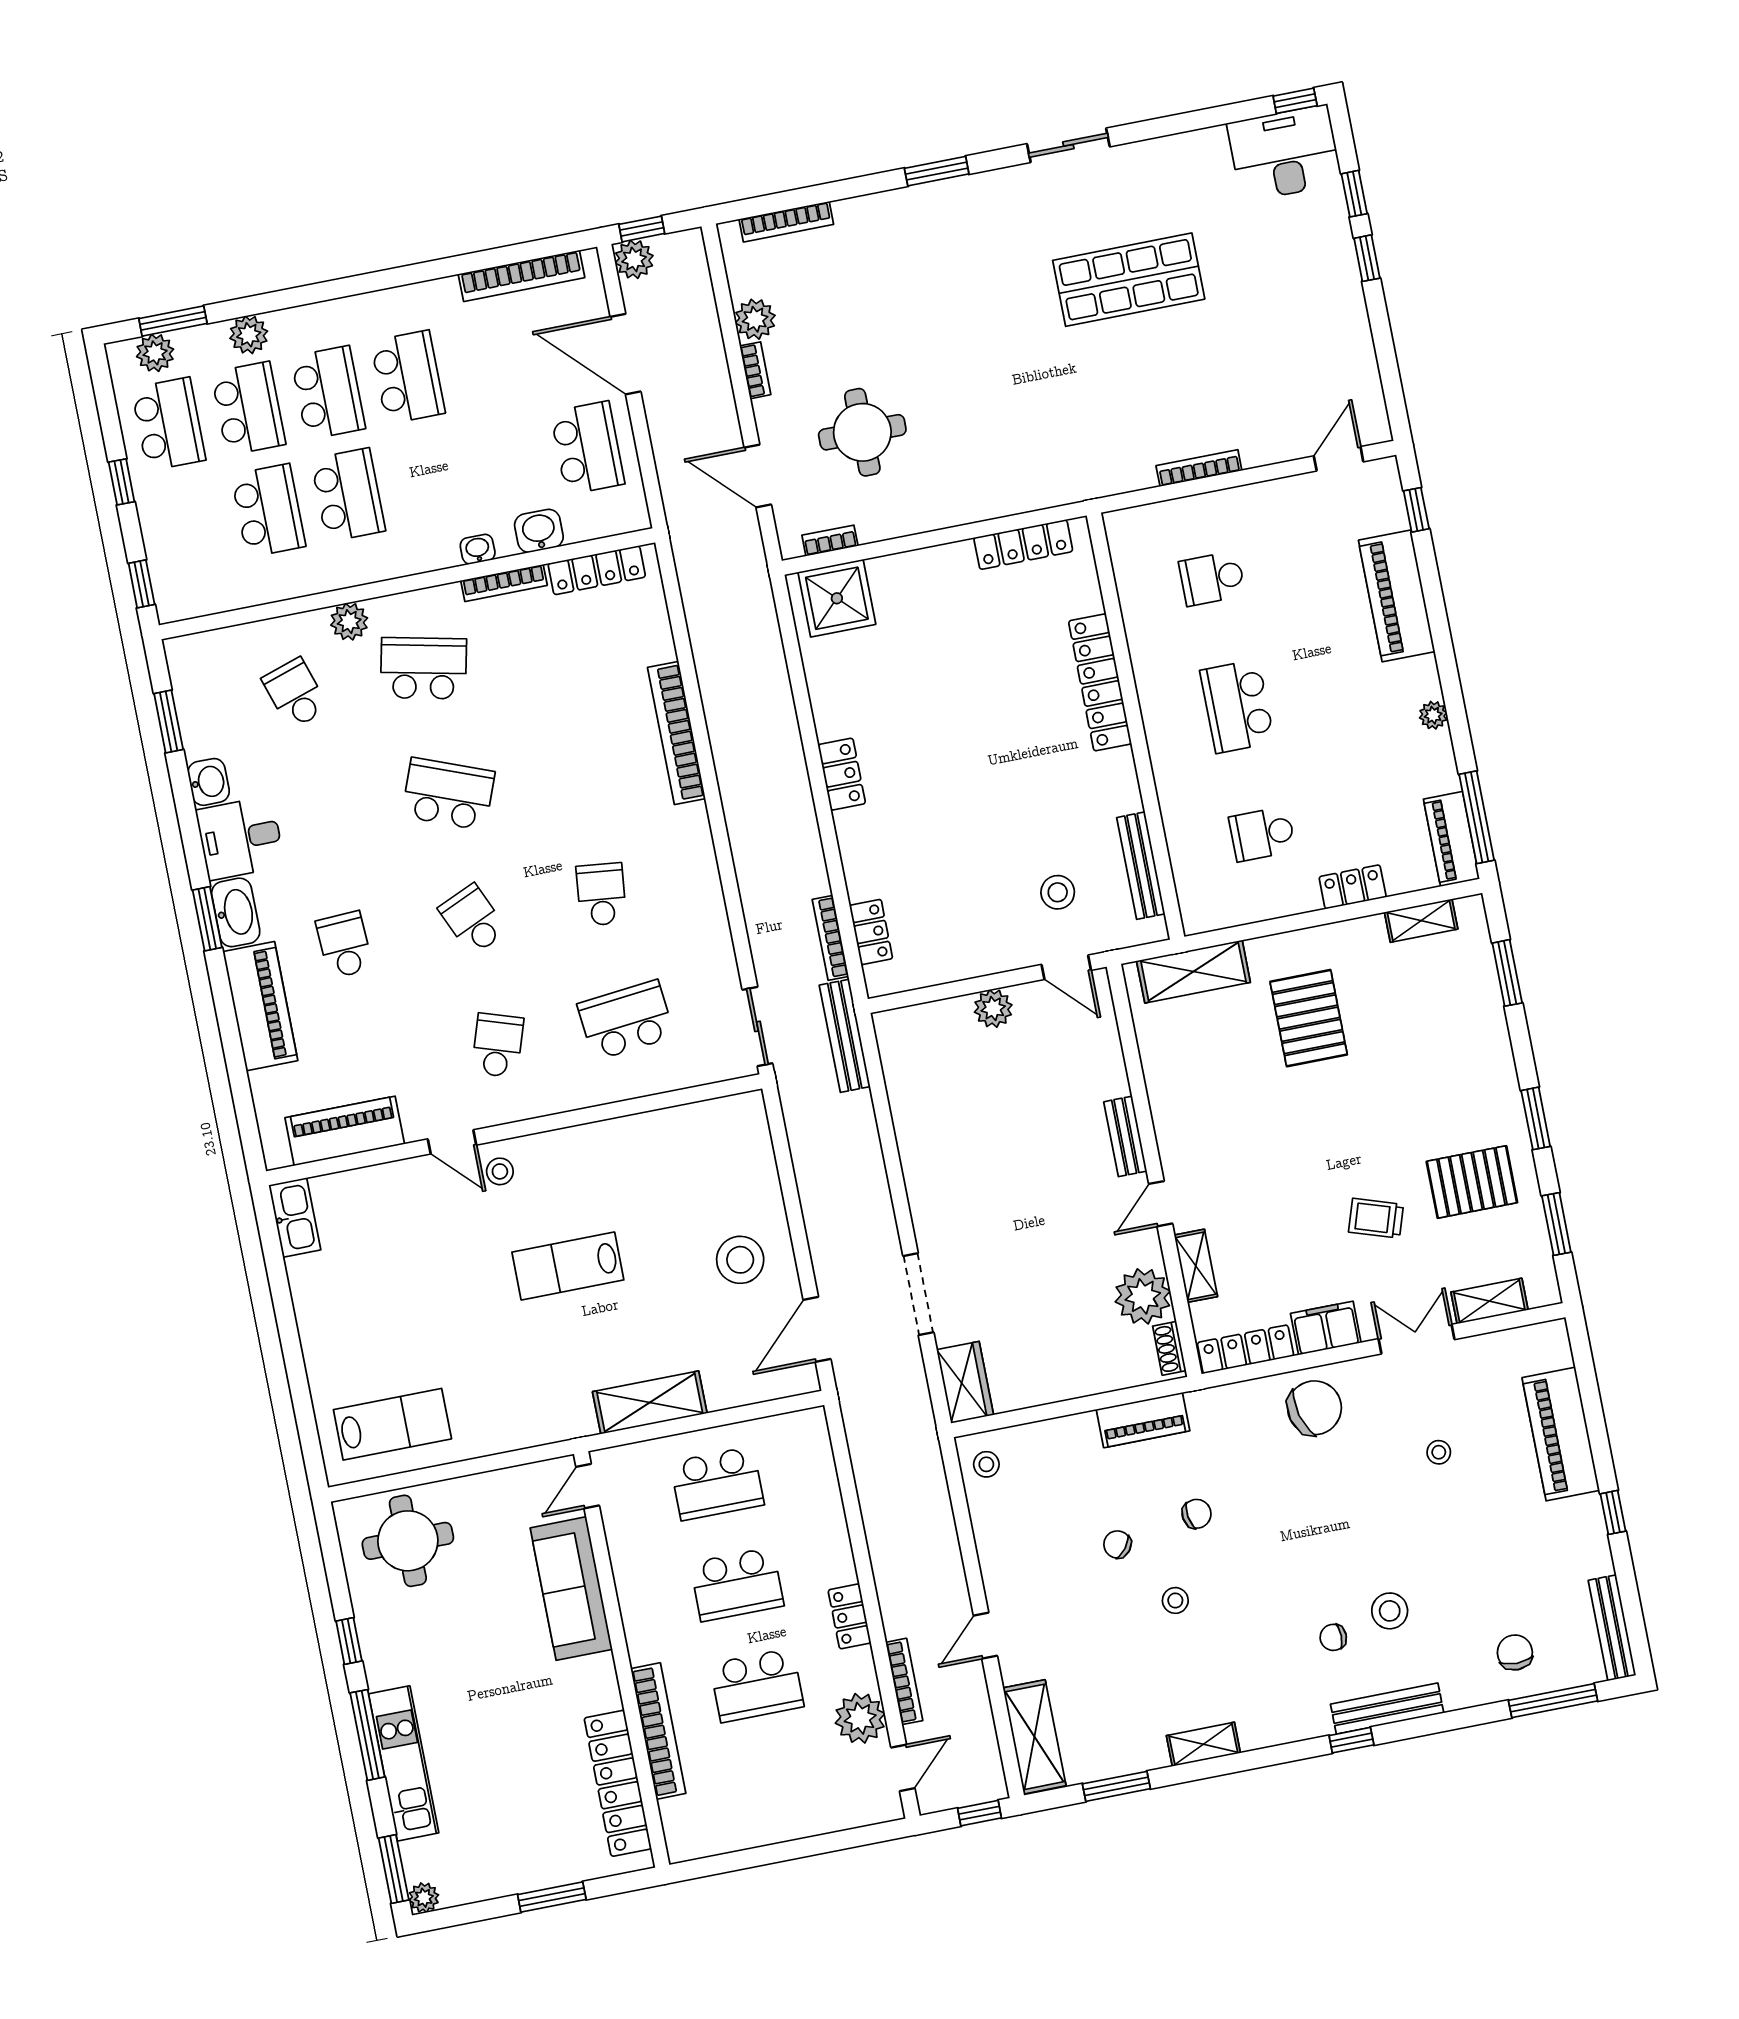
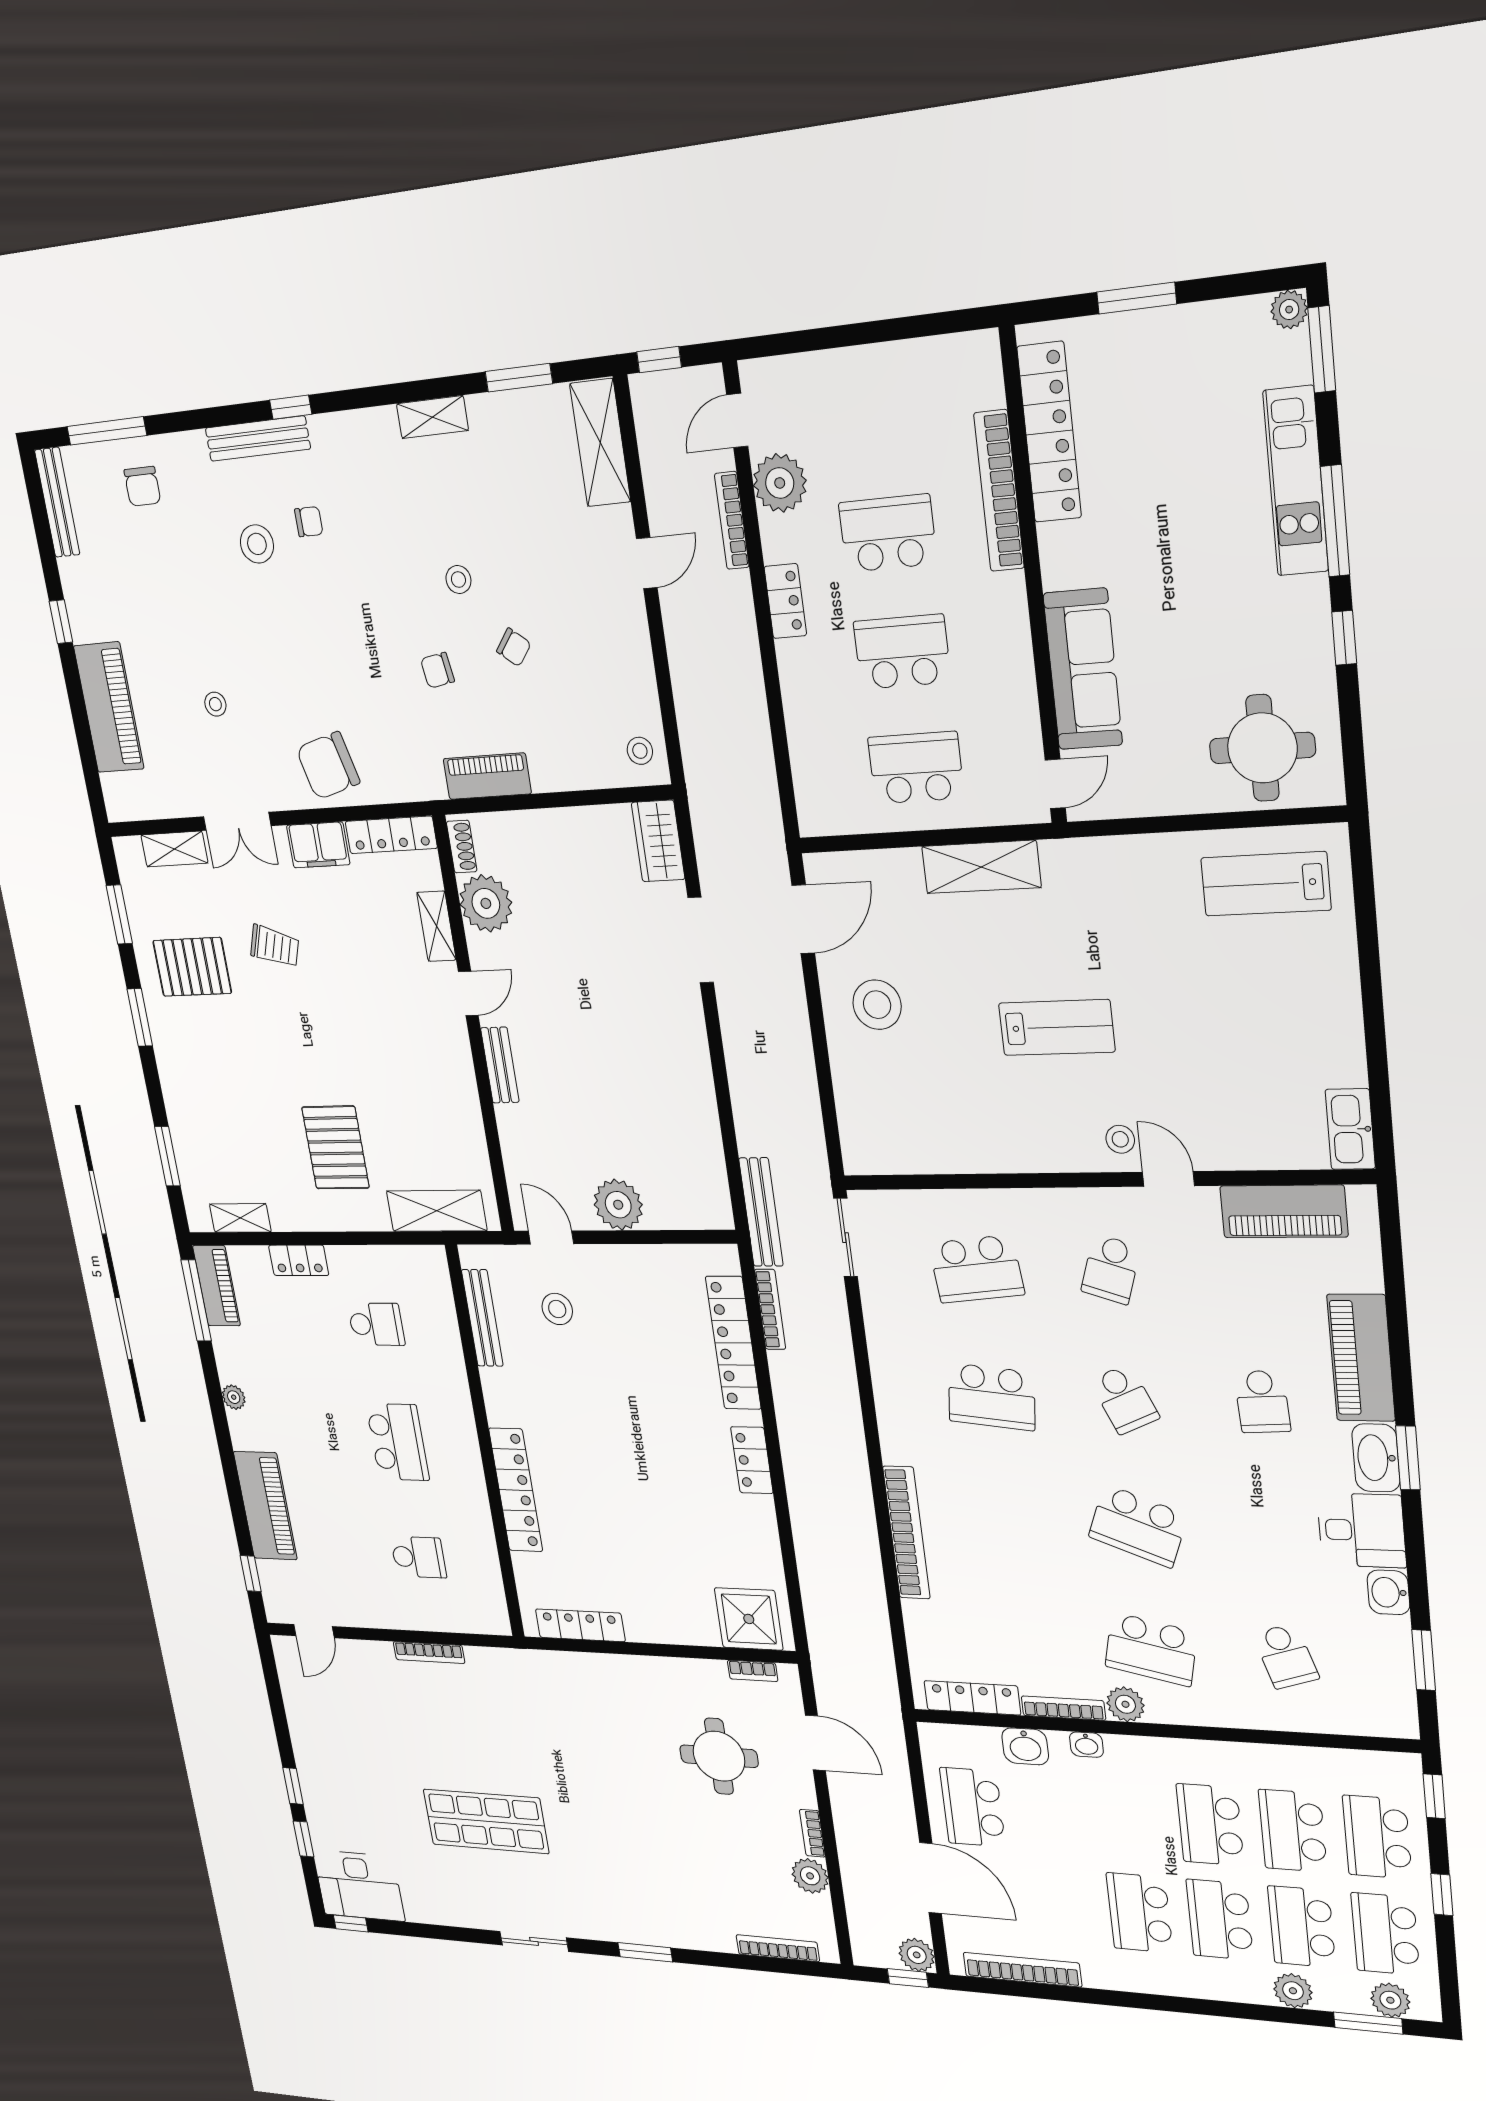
school desk: (189, 526) -> (1377, 1837), added
plant: (349, 622) -> (1125, 1704), moved
school desk: (601, 894) -> (992, 1397), width x1.85
locker: (871, 932) -> (733, 1343), width x2.16, depth x1.21
plant: (993, 1008) -> (618, 1205), width x1.36, depth x1.36

